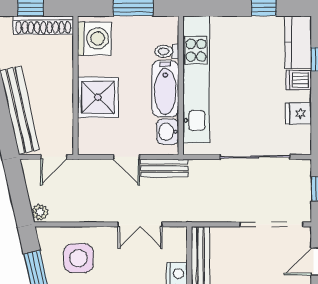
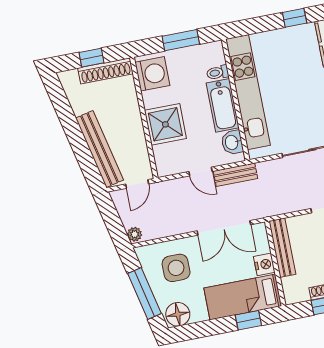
double door: (140, 224) -> (224, 228), width x1.37

